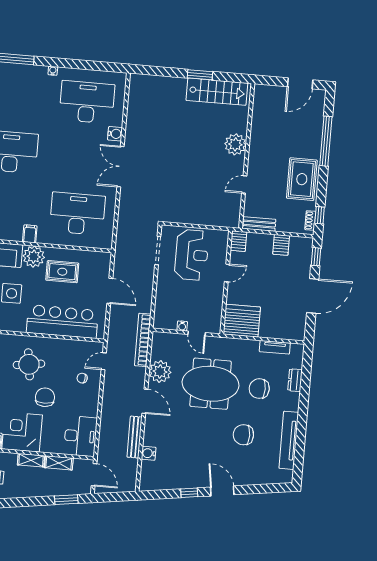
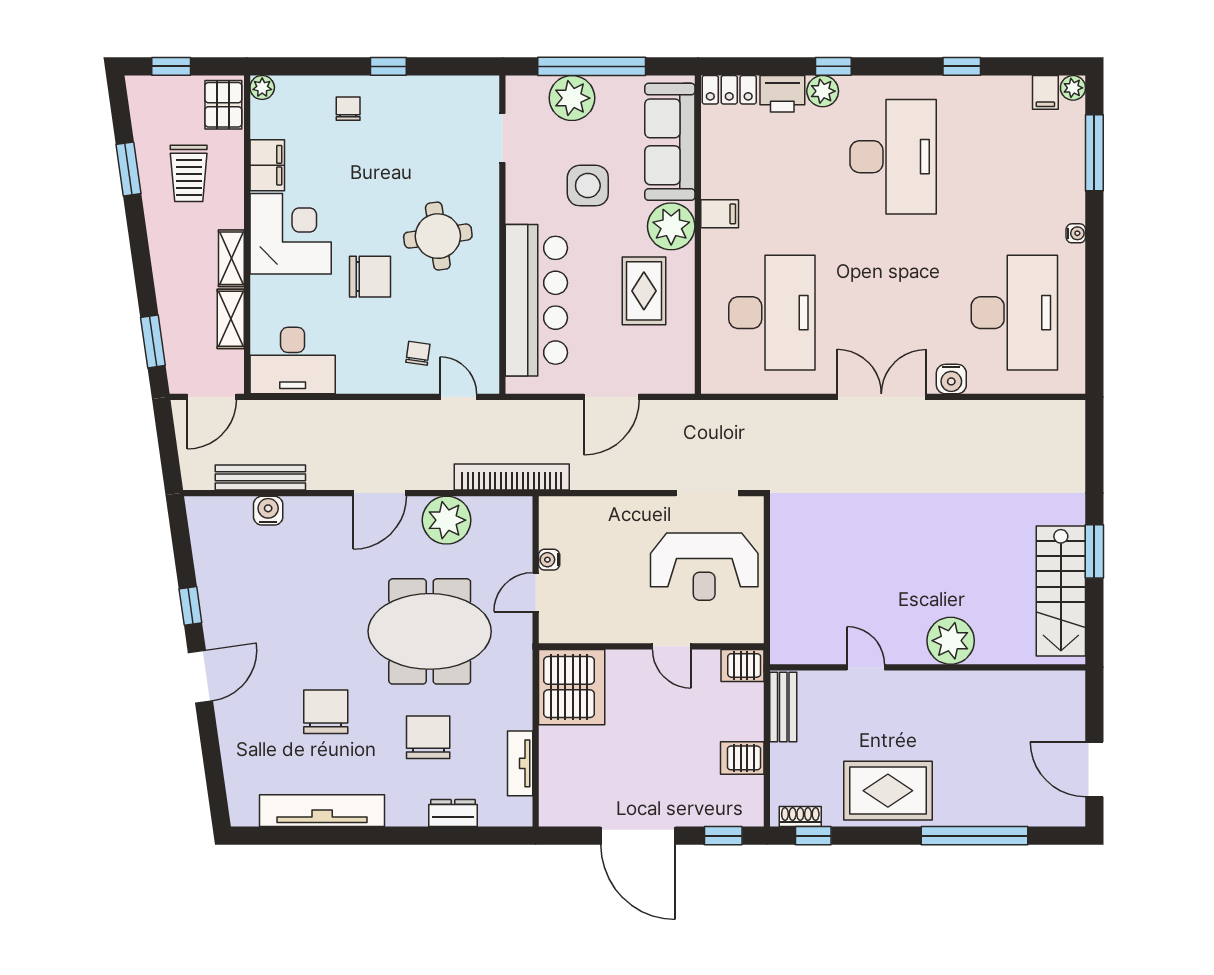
meeting table: (211, 384) -> (430, 631), turned 90
bench: (135, 437) -> (260, 477), moved

